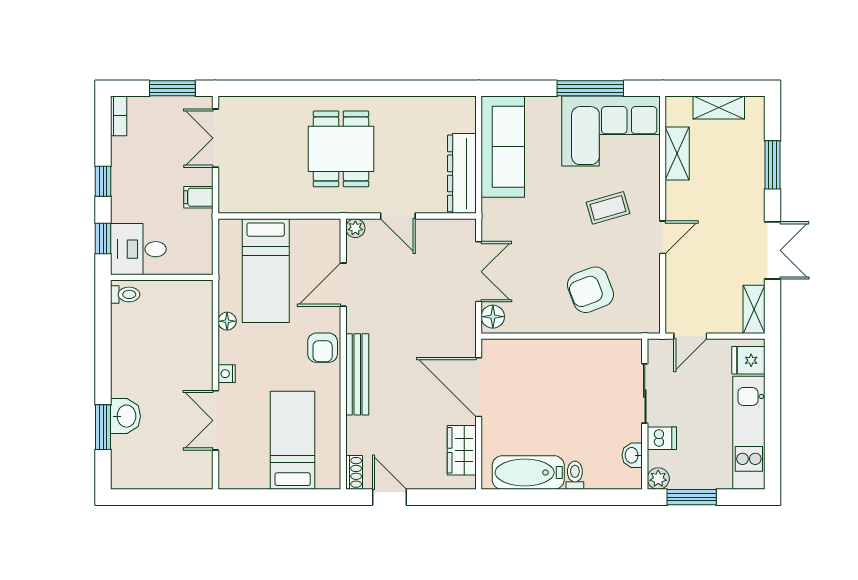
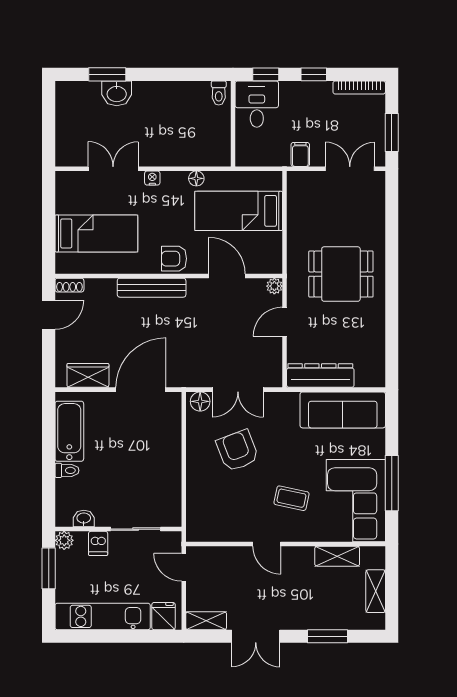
bookcase: (119, 116) -> (359, 88), width x1.56
coffee table: (608, 208) -> (291, 498), turned -62
armchair: (590, 290) -> (237, 451), moved

